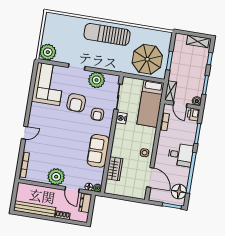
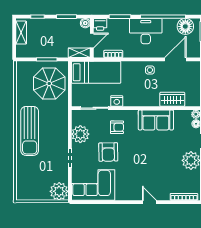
armchair: (76, 103) -> (108, 152), turned 86
desk: (181, 155) -> (146, 31), width x1.37

